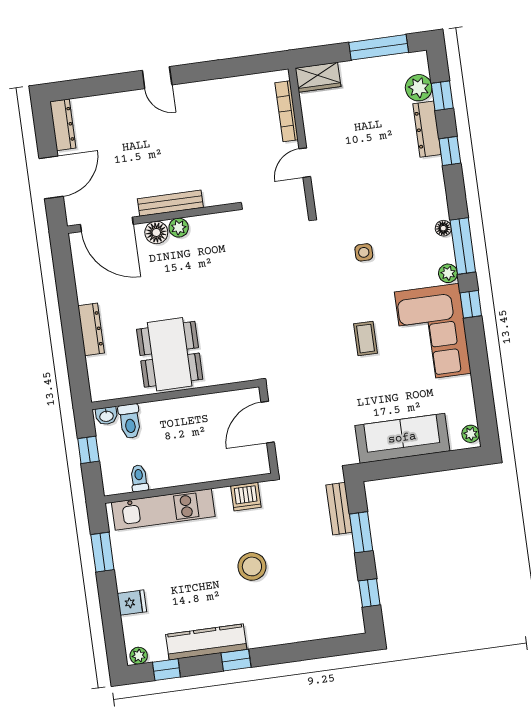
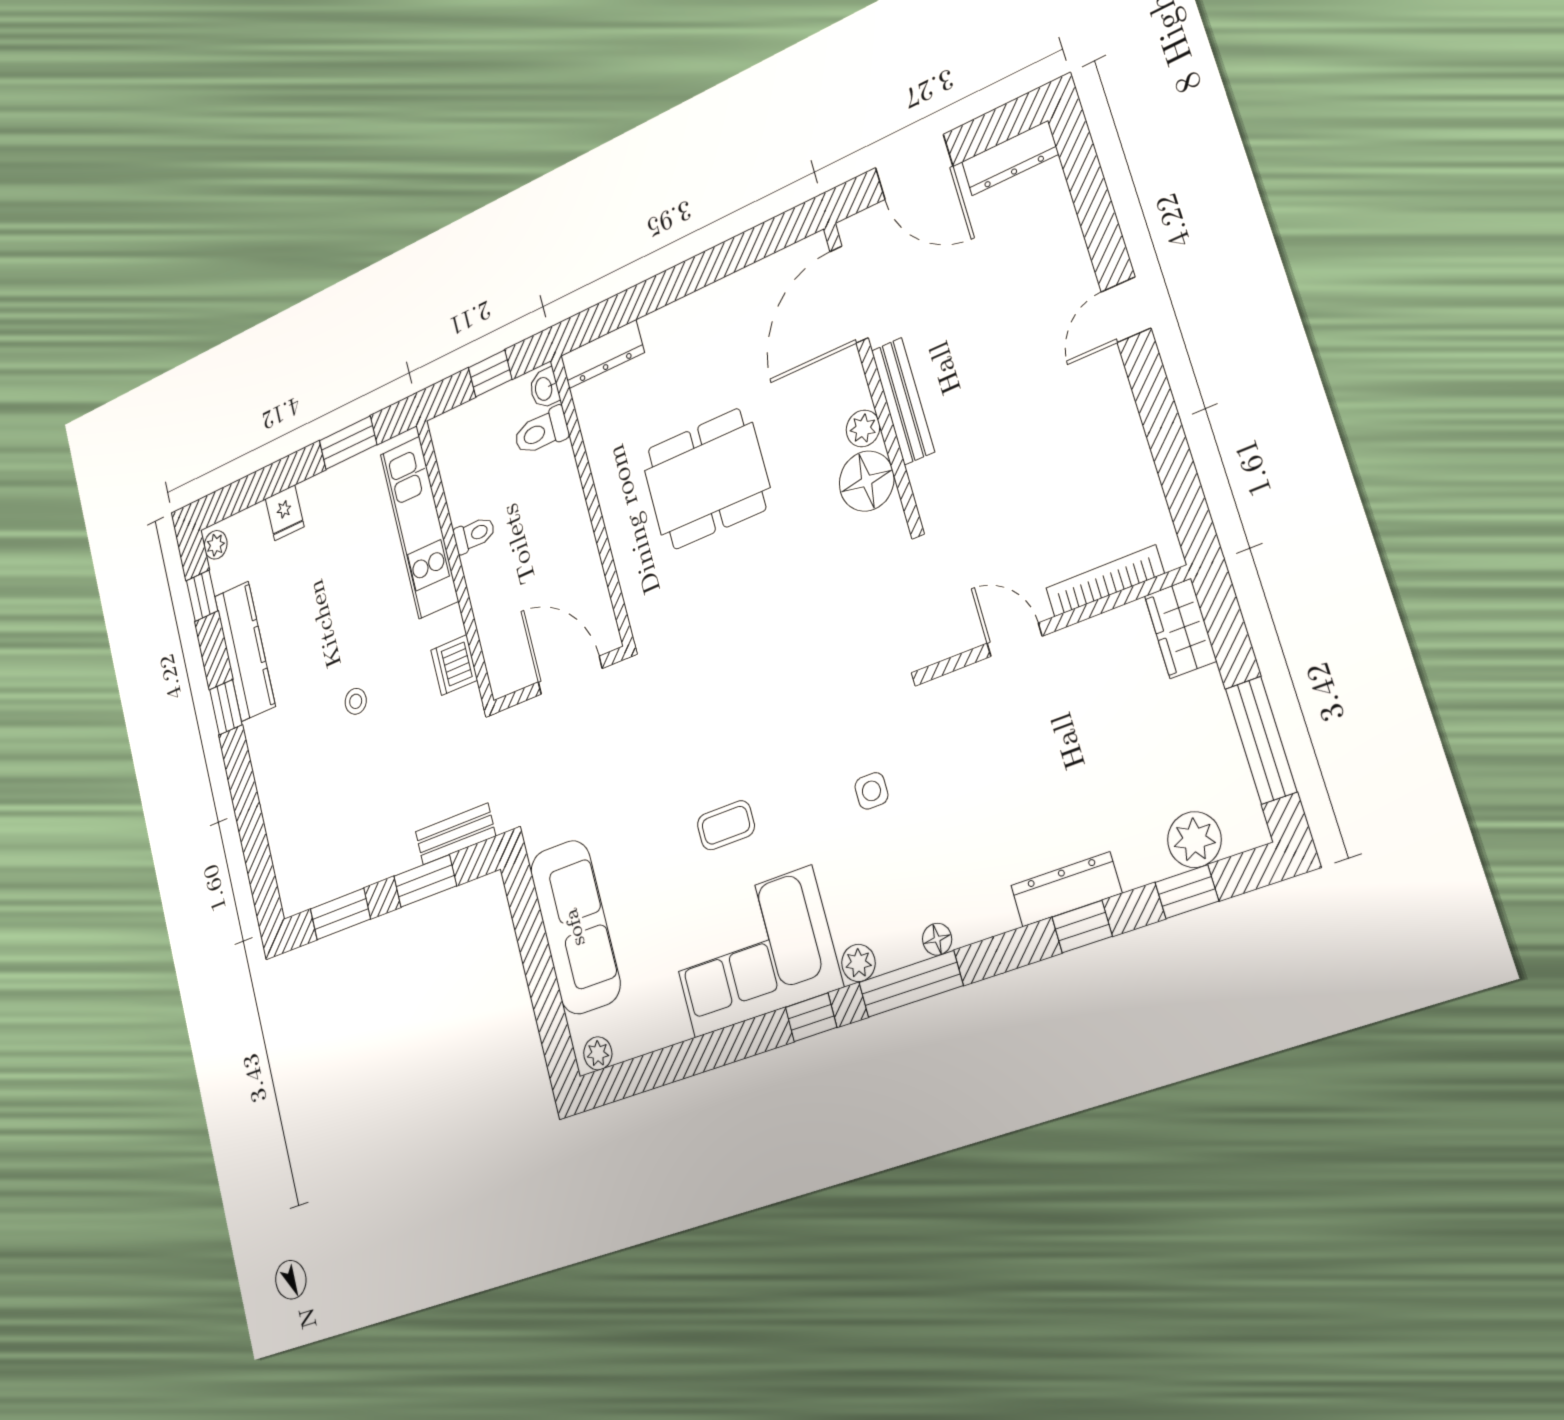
dresser: (427, 129) -> (1066, 889), moved
floor lamp: (156, 232) -> (867, 481), moved, width x1.38, depth x1.38
dresser: (91, 329) -> (602, 354), moved
dining table: (170, 354) -> (707, 479), moved
toilet: (139, 478) -> (474, 534), moved
stool: (252, 566) -> (356, 701), width x0.53, depth x0.53
window: (369, 593) -> (340, 914), width x1.50

